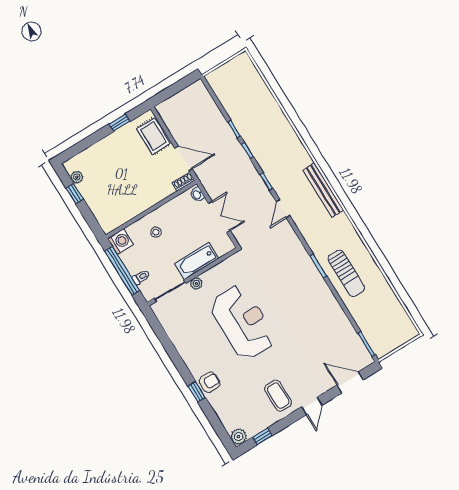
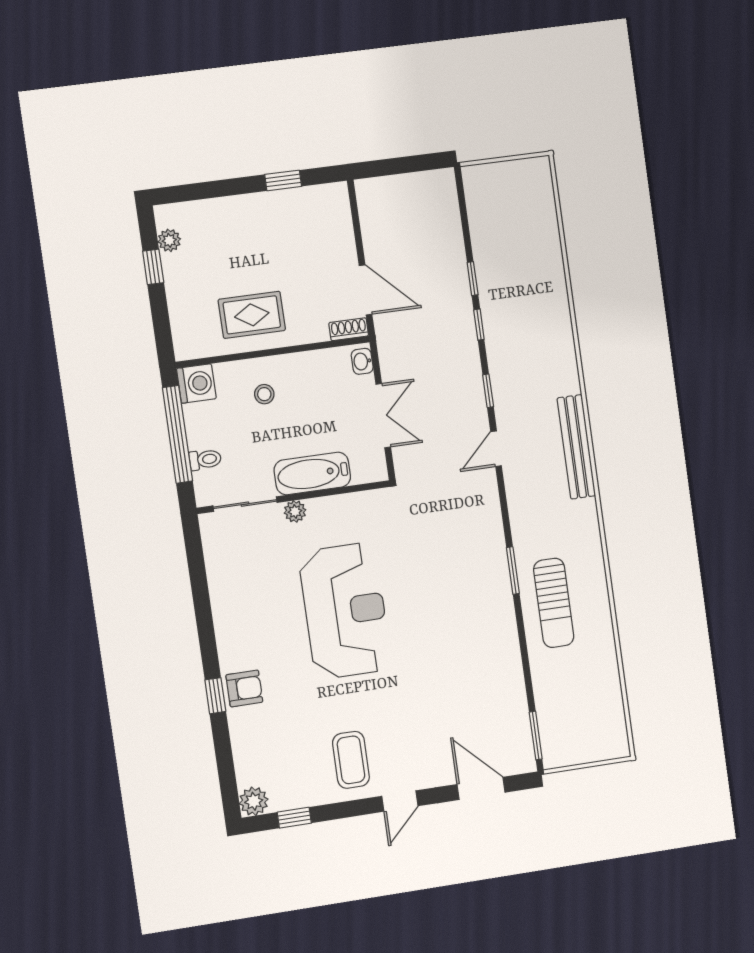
rug: (153, 136) -> (252, 315), moved, turned 90

